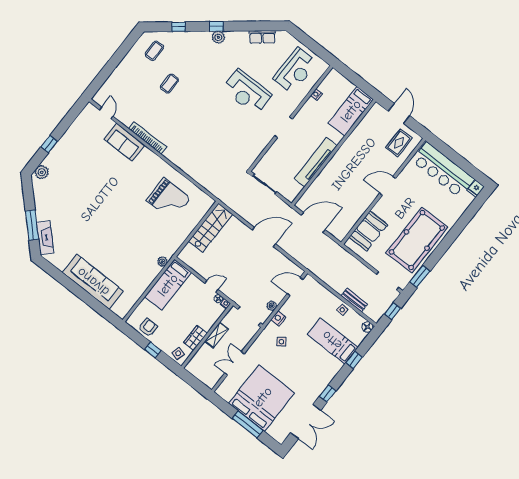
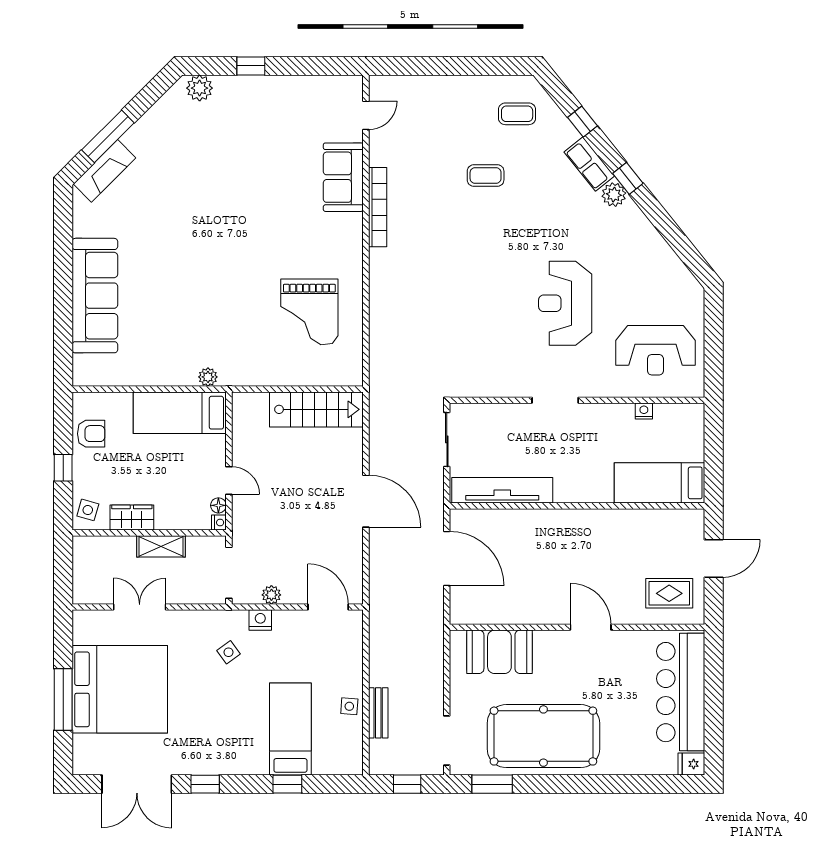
row of seats: (262, 37) -> (589, 164), moved
tv unit: (316, 162) -> (502, 490), moved
floor lamp: (367, 327) -> (353, 765), removed

